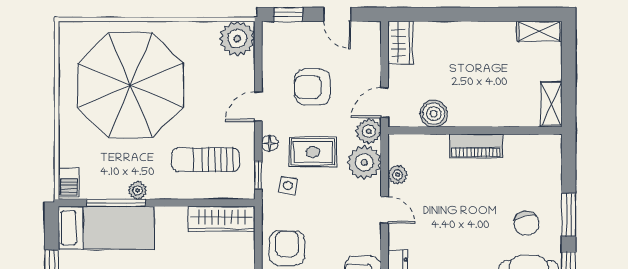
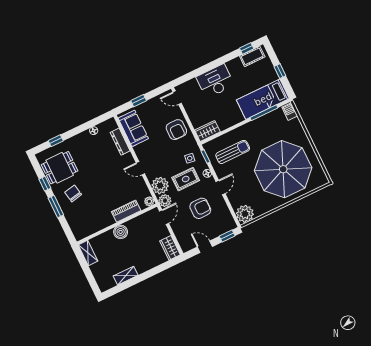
shelving: (539, 31) -> (126, 276), moved
boiler: (434, 114) -> (121, 232), moved
piano: (476, 146) -> (126, 211), moved
plant: (398, 175) -> (149, 201), moved
plant: (137, 190) -> (257, 123), removed
wardrobe: (222, 219) -> (207, 131), width x0.67

